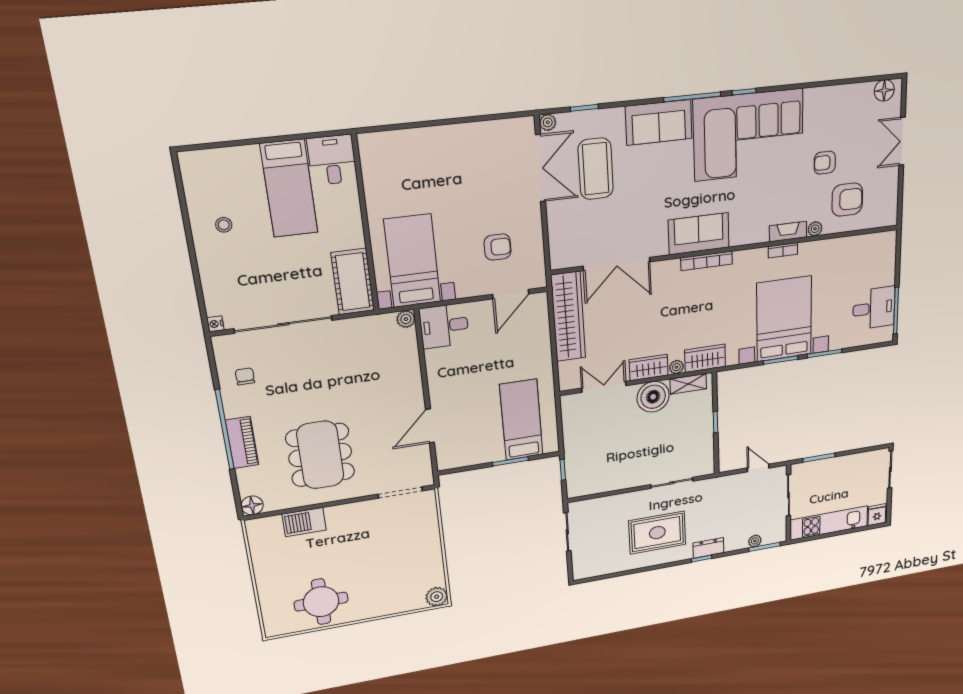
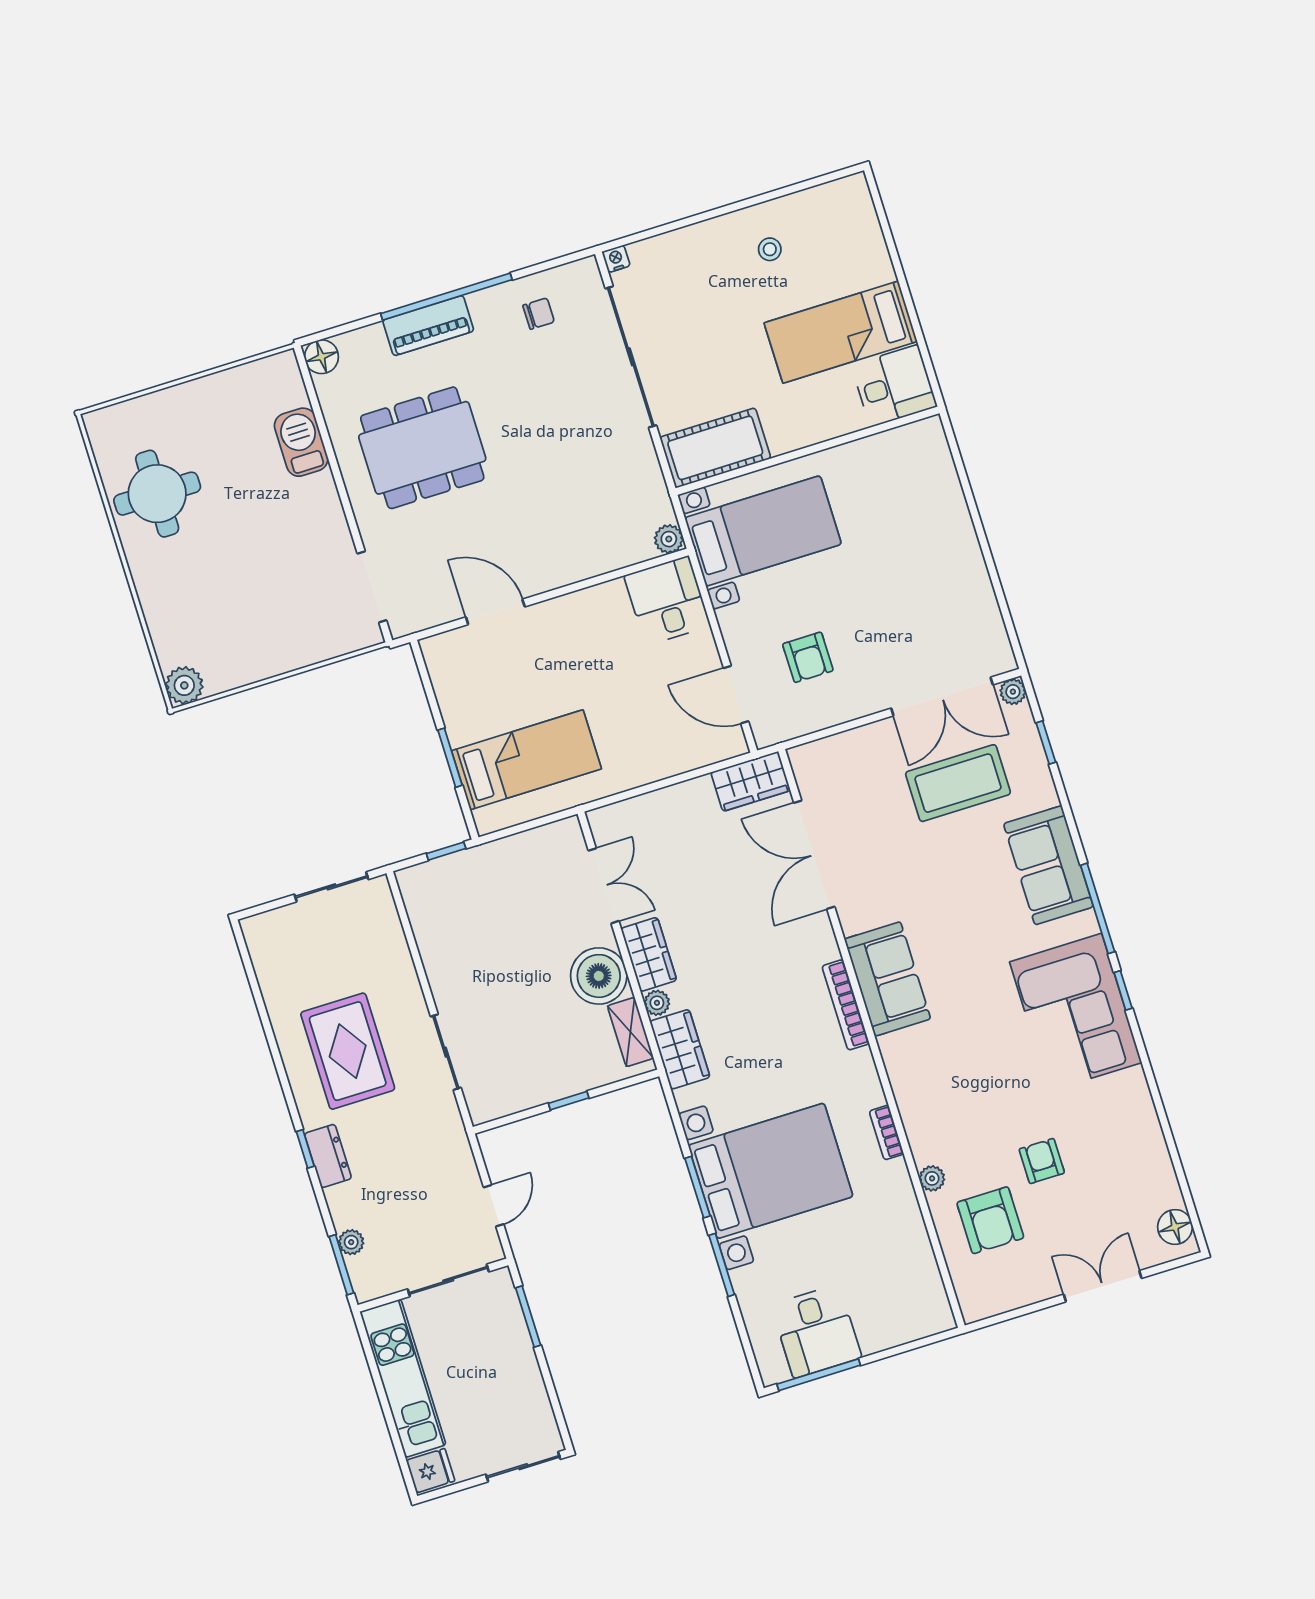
corner sofa: (749, 135) -> (1076, 1012), width x0.73, depth x0.74
fireplace: (788, 232) -> (919, 1132), removed
wardrobe: (568, 317) -> (751, 781), width x0.48, depth x0.85

